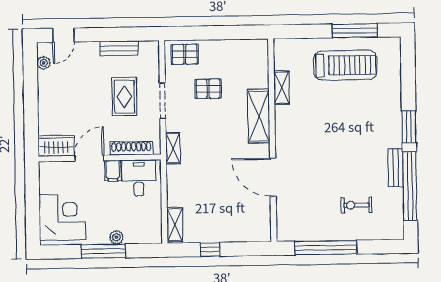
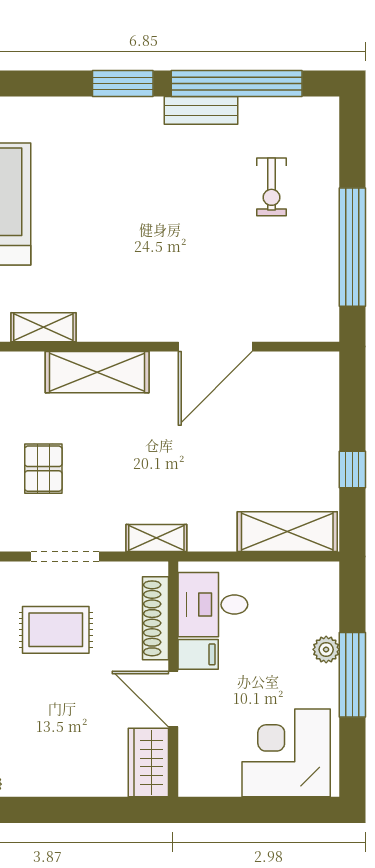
shelving: (175, 225) -> (287, 532), width x1.50, depth x1.33

